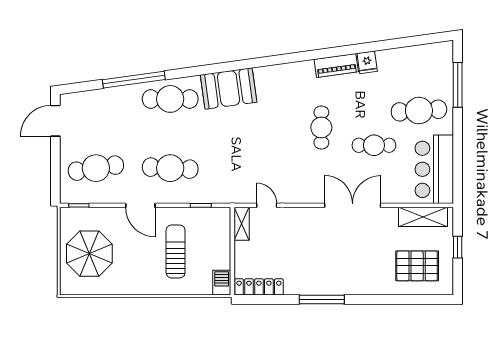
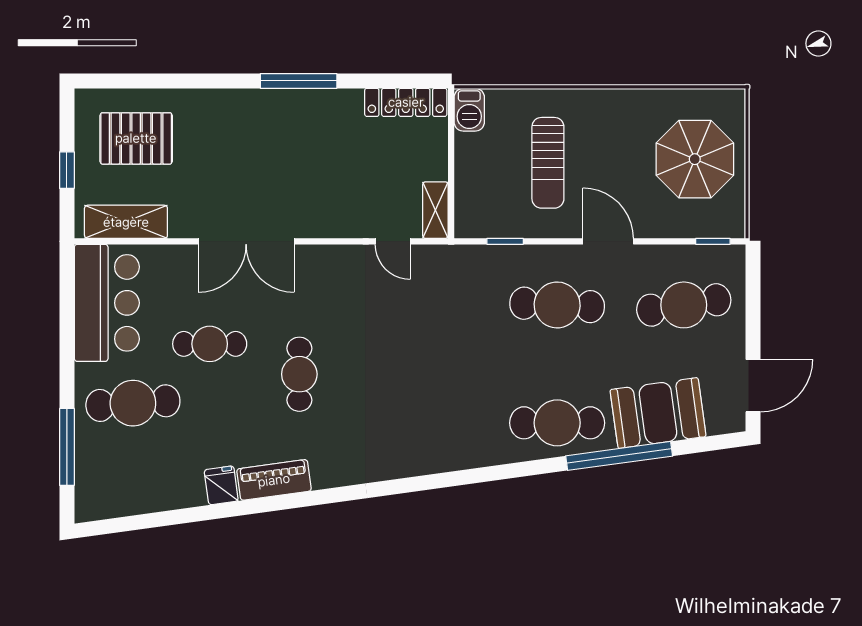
booth: (229, 89) -> (658, 413), moved

